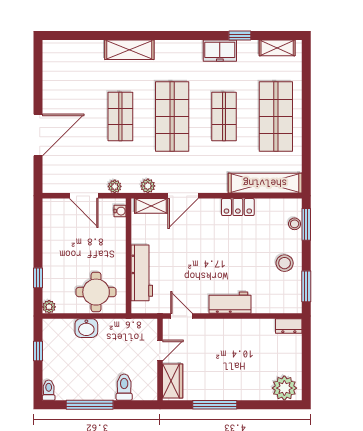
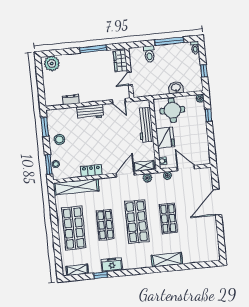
fridge: (112, 249) -> (165, 138), added
dresser: (289, 326) -> (71, 100), moved

